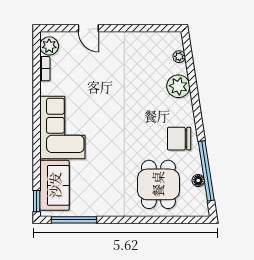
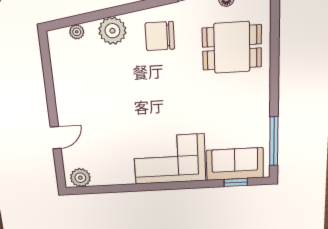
bookcase: (45, 69) -> (106, 181), removed
chair: (179, 139) -> (160, 36), moved, turned 90
window: (37, 201) -> (236, 182), moved

